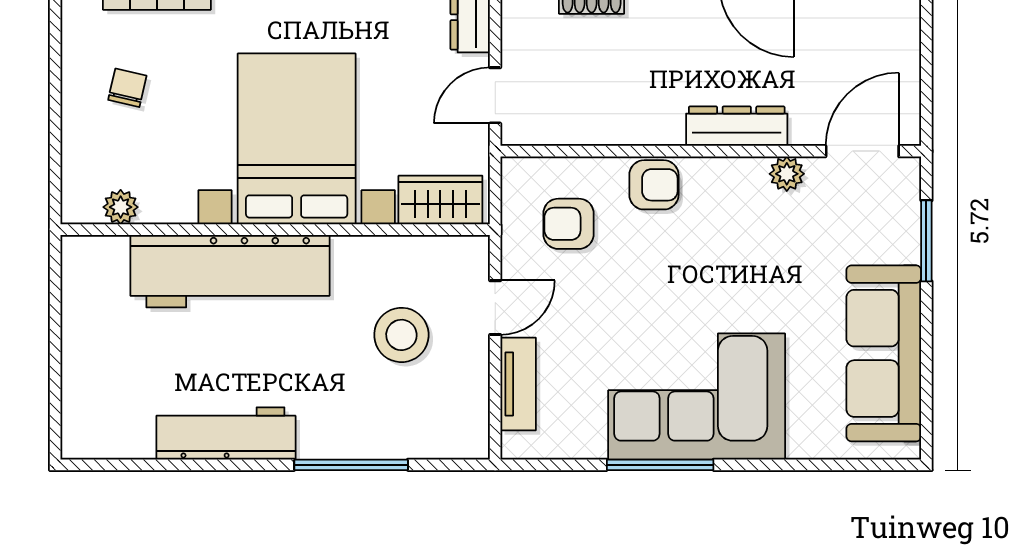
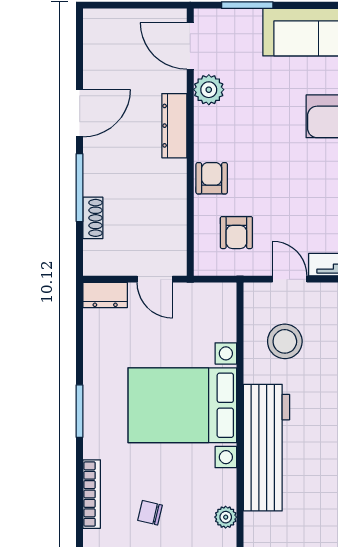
plant: (787, 174) -> (209, 90), width x1.38, depth x1.38
wardrobe: (440, 200) -> (221, 314), removed
stool: (401, 335) -> (285, 341), moved

